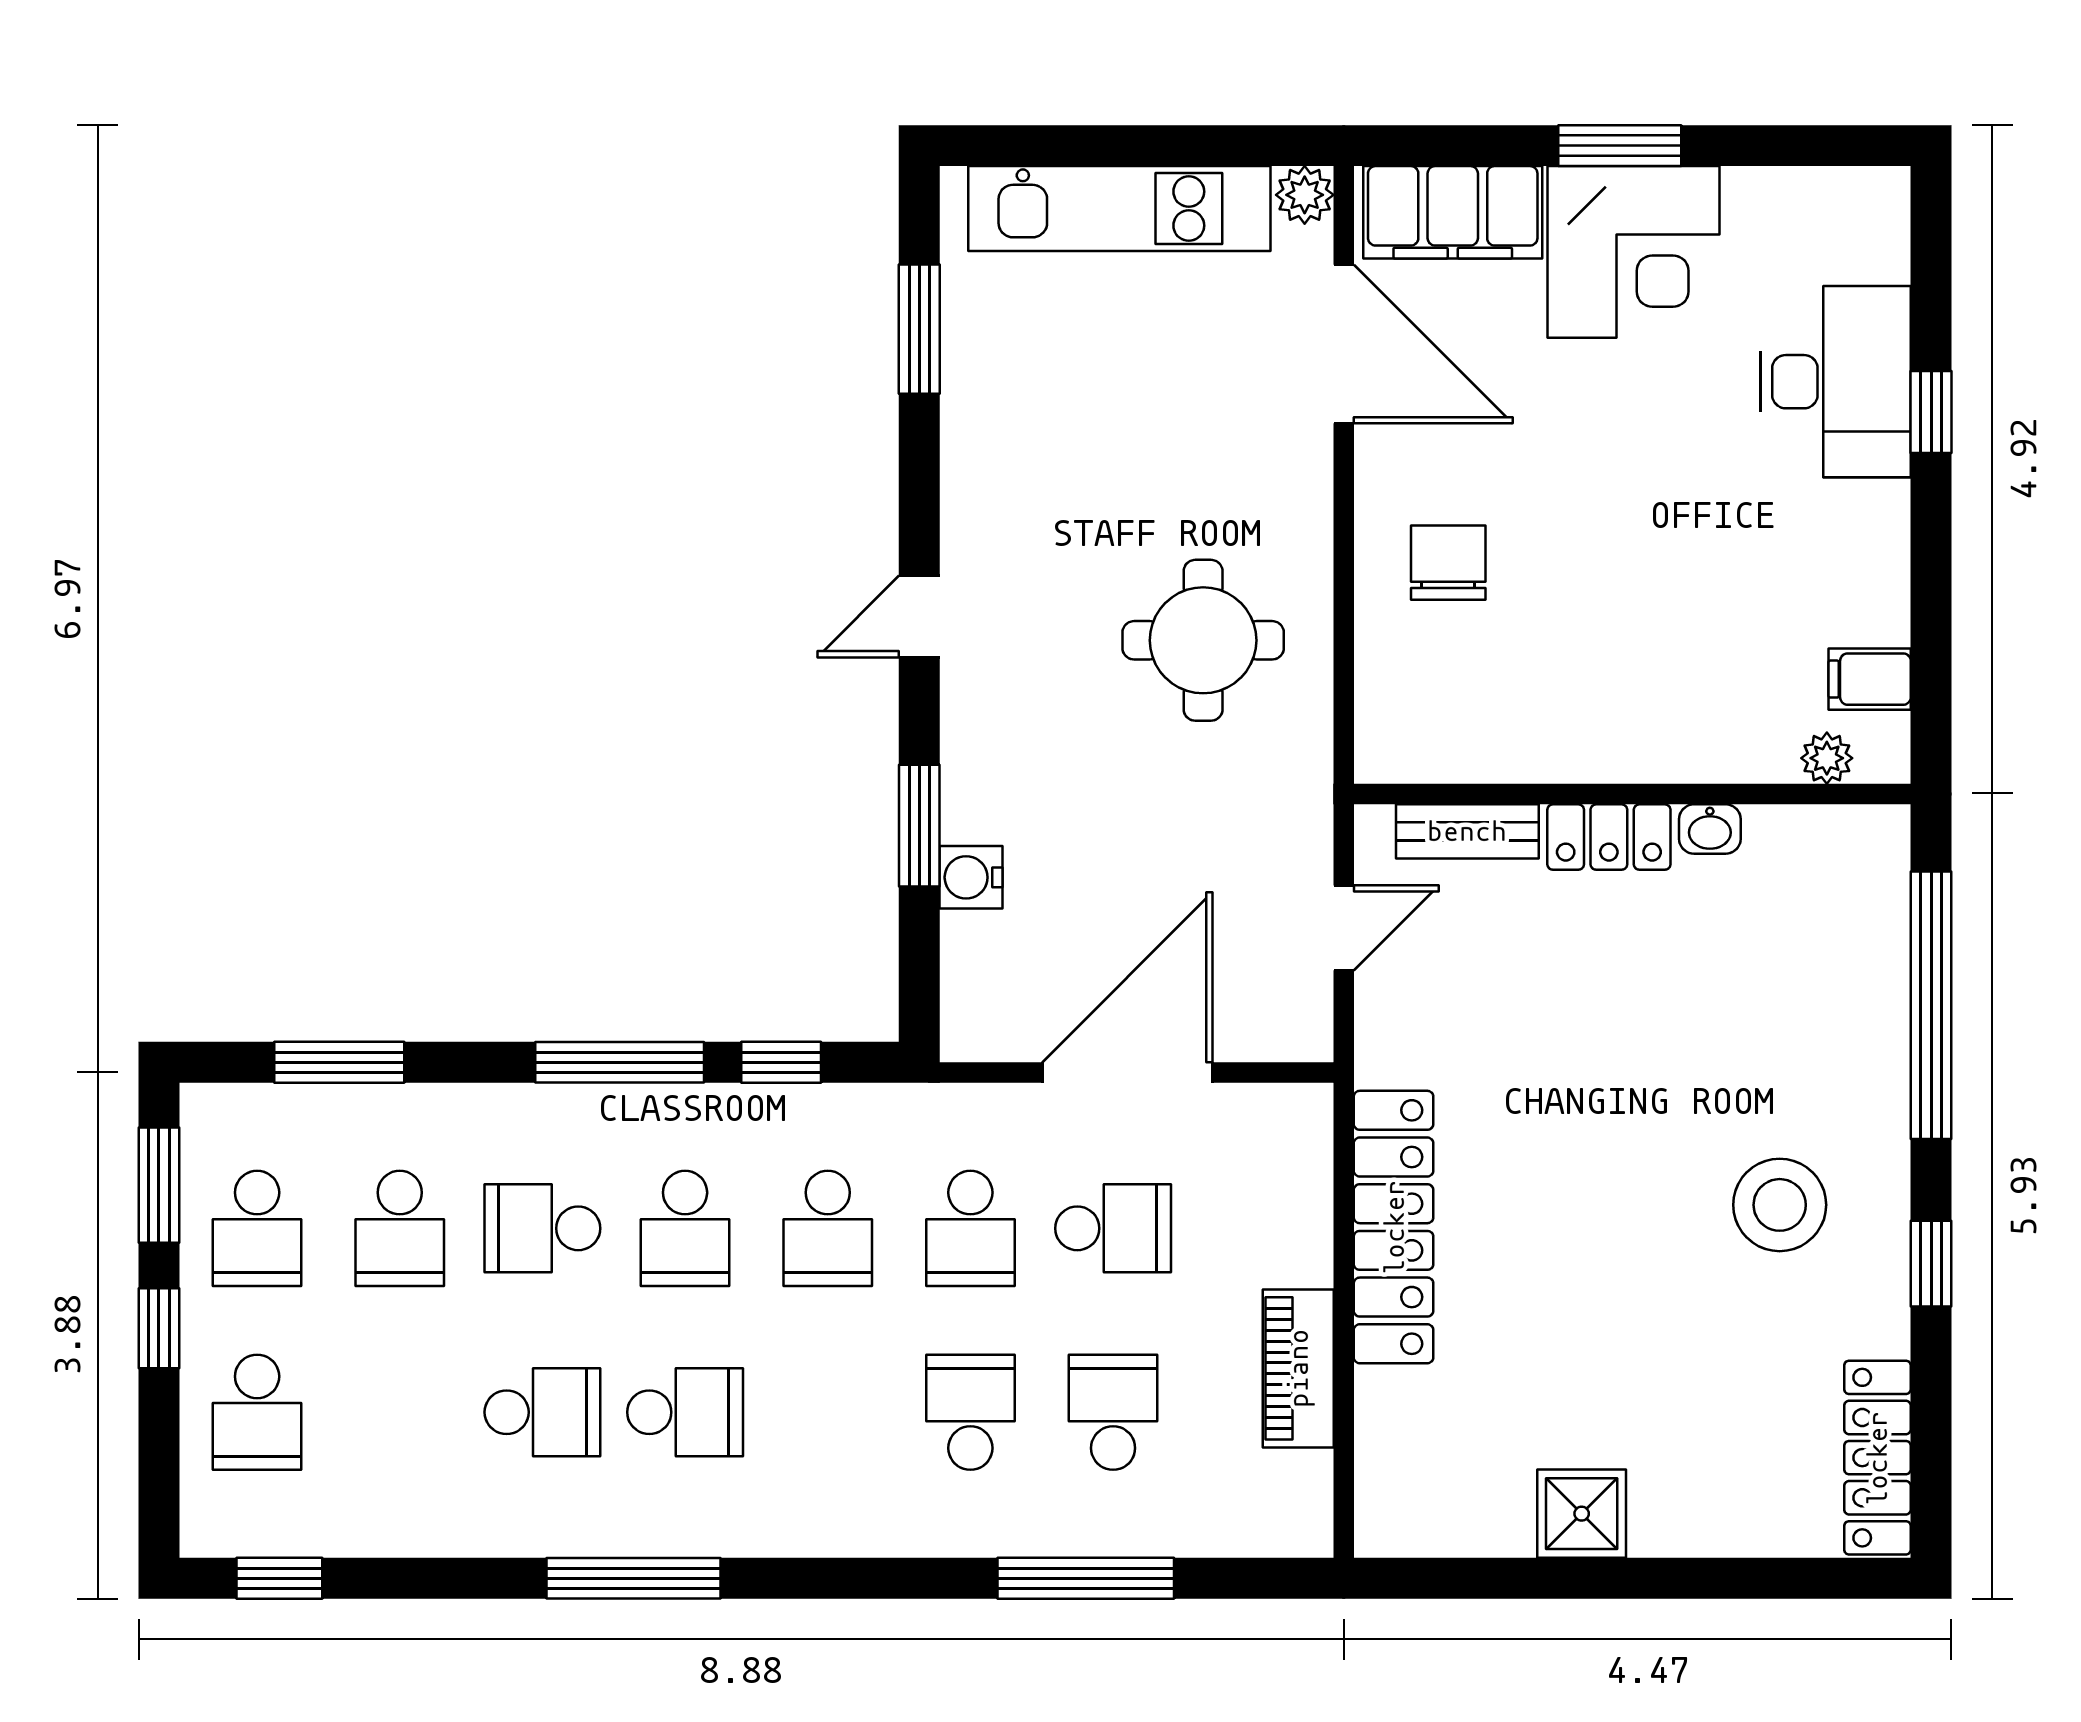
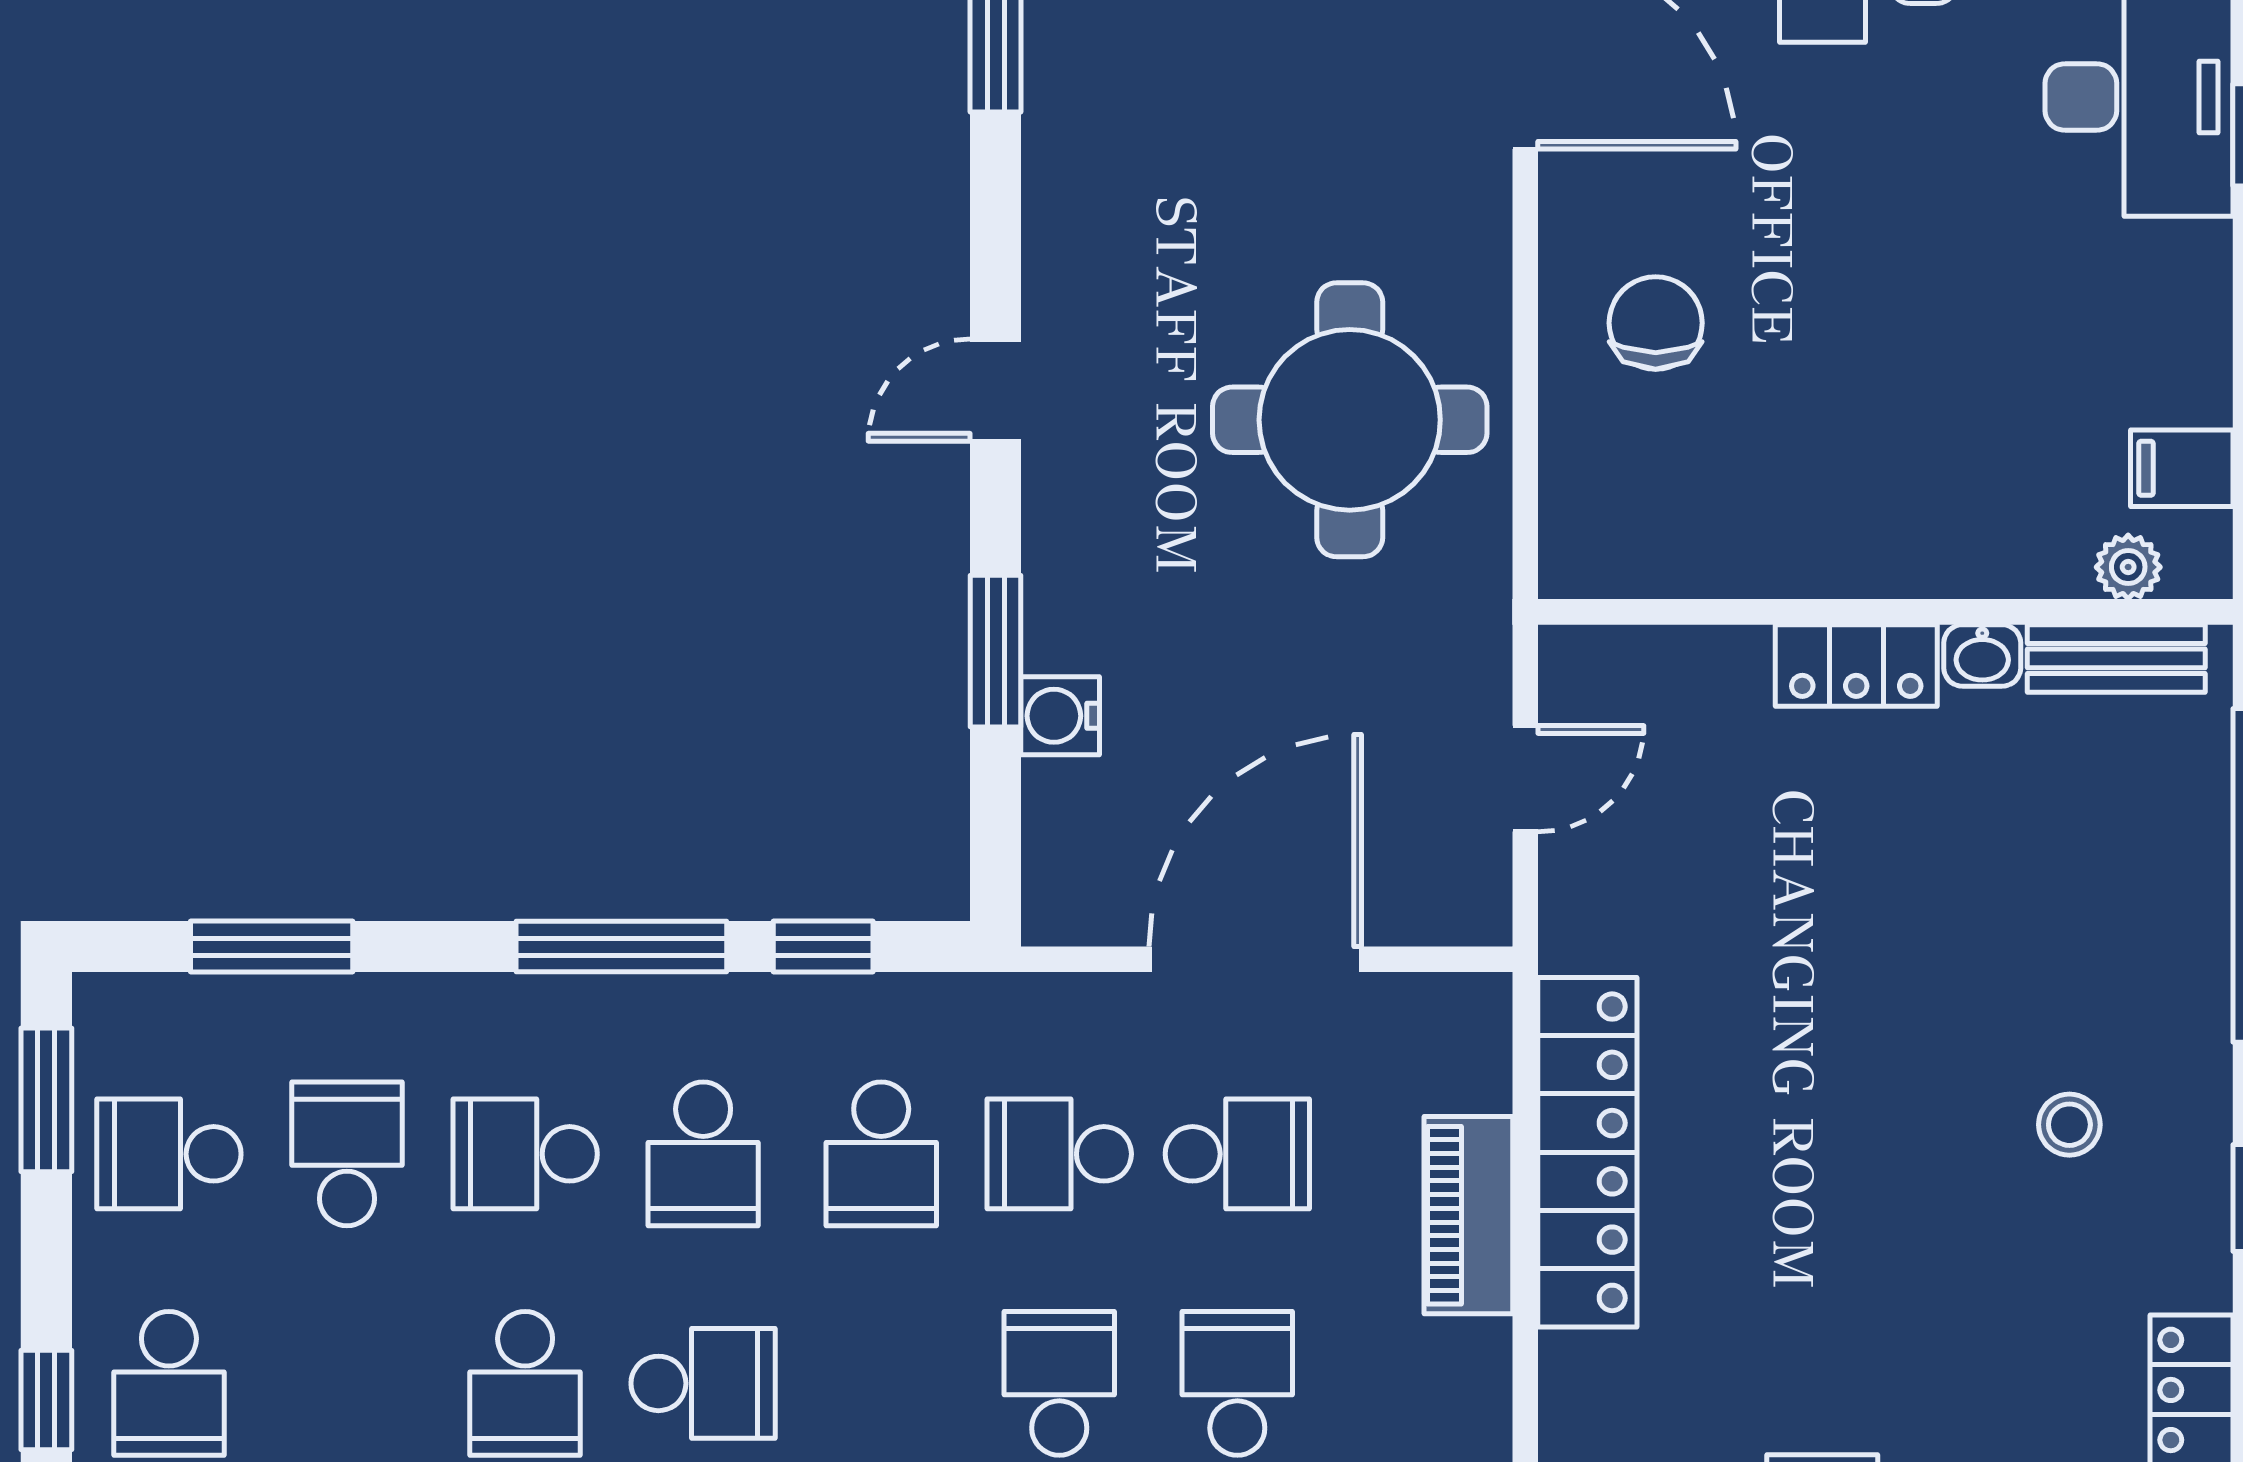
round table: (1203, 640) -> (1350, 420), width x1.36, depth x1.36
bench: (1467, 831) -> (2116, 658), moved
stool: (1780, 1205) -> (2069, 1125), width x0.53, depth x0.53
school desk: (257, 1228) -> (169, 1154), turned 90
school desk: (400, 1228) -> (347, 1154), turned 180
school desk: (970, 1228) -> (1059, 1154), turned 90
window: (159, 1328) -> (46, 1400), moved
piano: (1298, 1368) -> (1468, 1215), moved
school desk: (542, 1412) -> (525, 1383), turned 90

